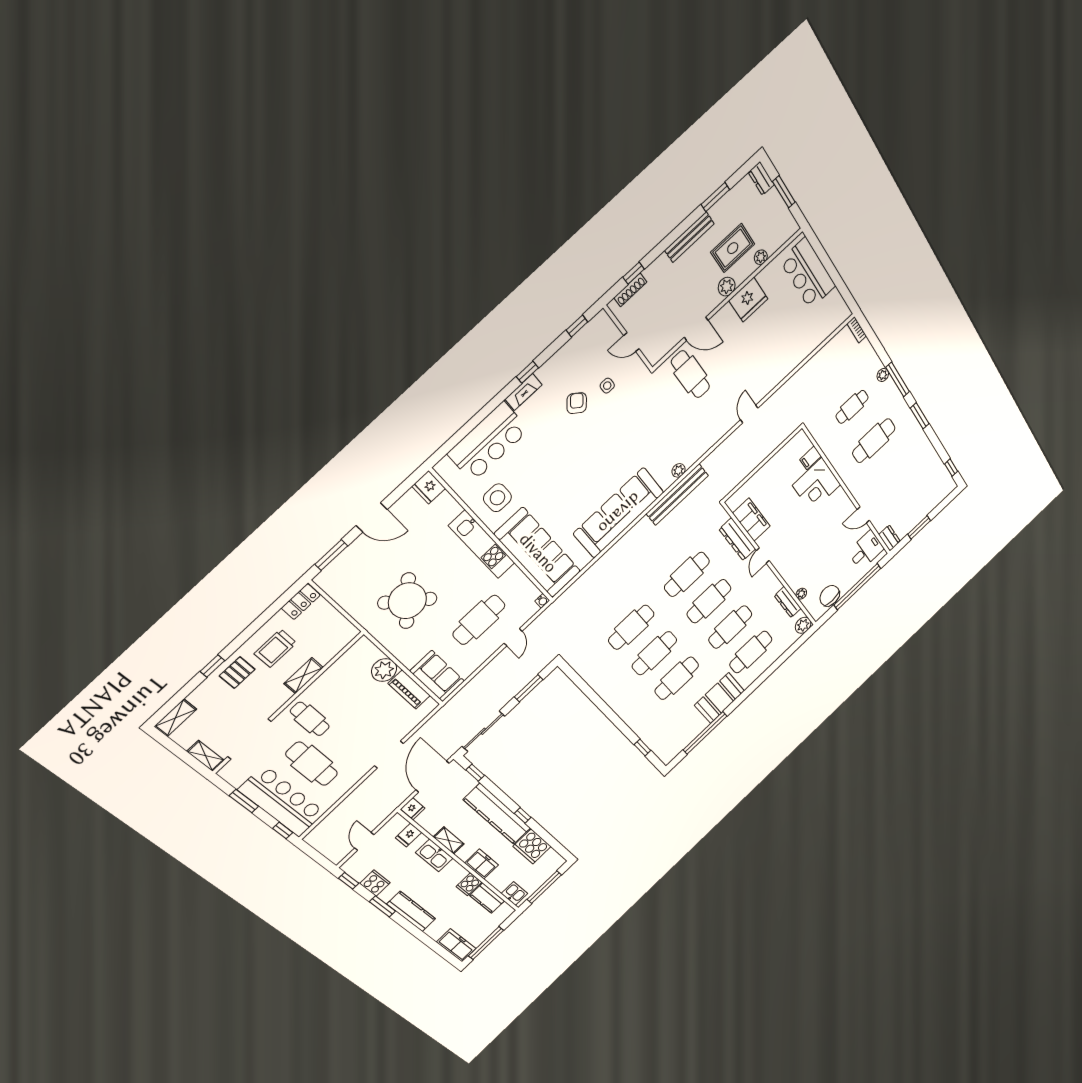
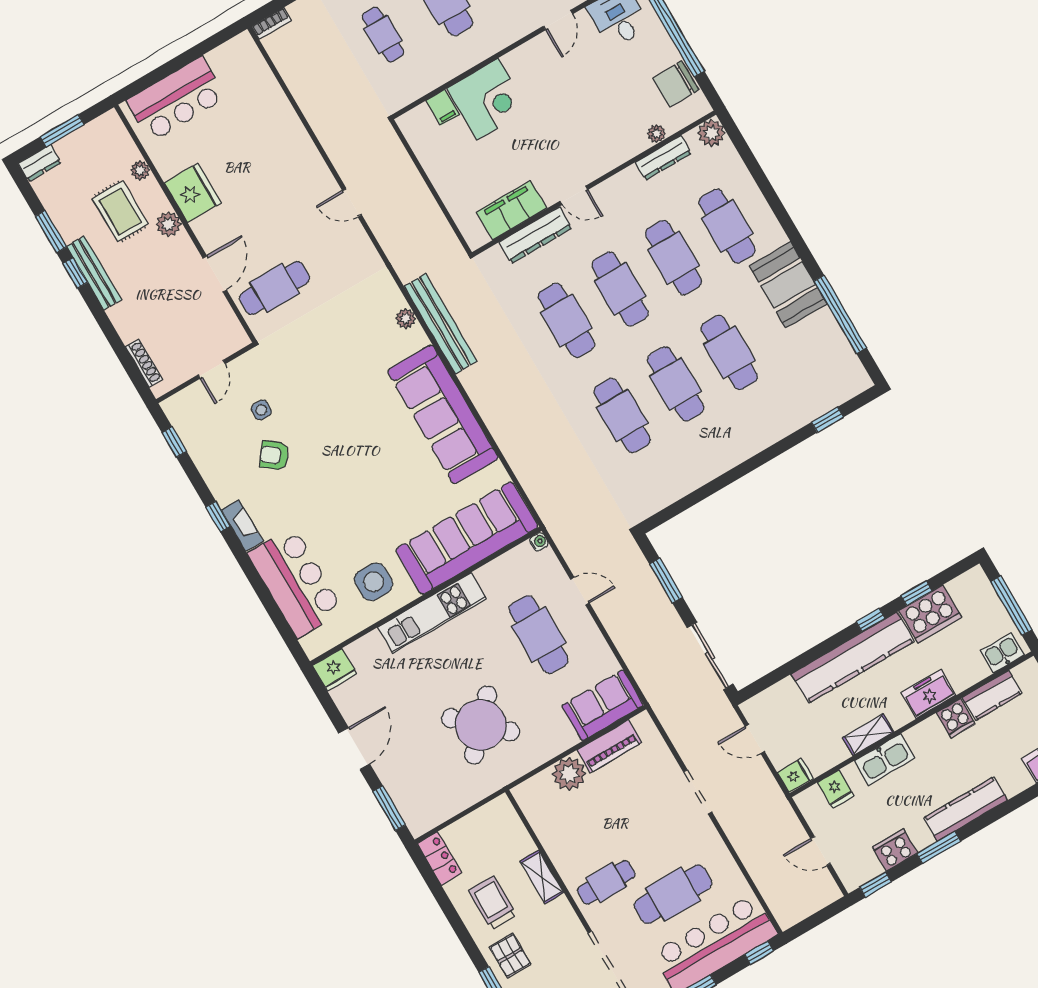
window: (634, 273) -> (75, 273), moved
trolley: (275, 648) -> (492, 903), turned 180
window: (475, 773) -> (916, 593), moved
door: (433, 777) -> (755, 739), width x0.53

